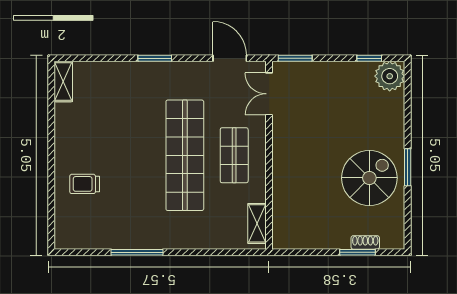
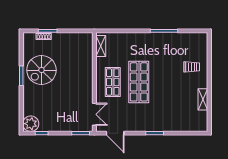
shelving: (63, 82) -> (203, 99), moved
shop shelf: (185, 155) -> (139, 82), width x0.71

